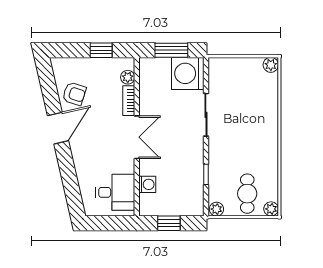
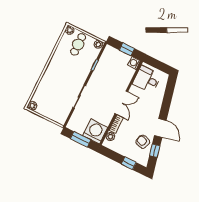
window: (101, 50) -> (129, 163), moved
washing machine: (188, 73) -> (95, 131), moved, turned -90
window: (49, 89) -> (155, 151), added
door: (58, 128) -> (160, 128), swing flipped
double door: (137, 137) -> (121, 103), swing flipped
washing machine: (147, 184) -> (134, 63), moved

